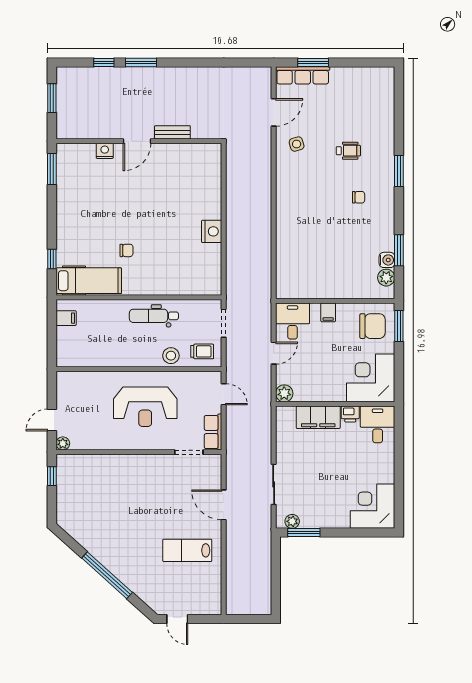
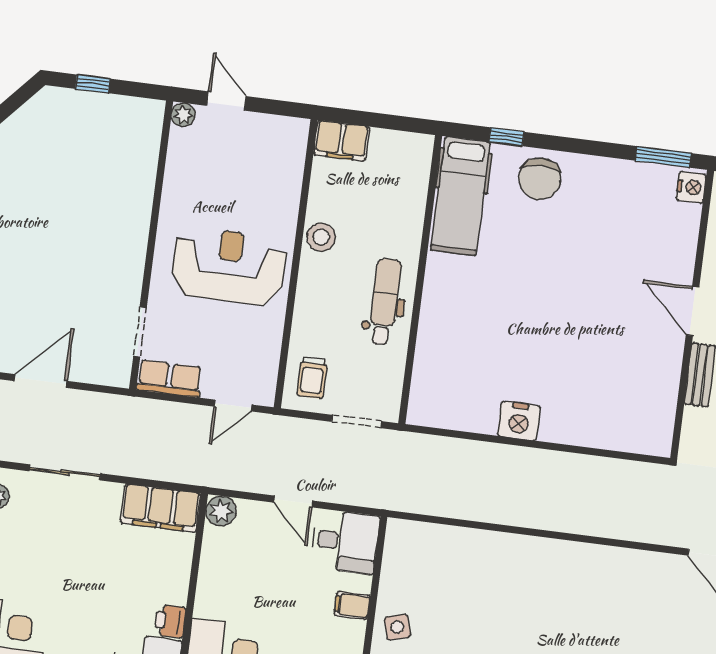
side table: (297, 144) -> (397, 627), moved
nightstand: (105, 151) -> (691, 187), moved
chair: (126, 250) -> (540, 179), moved, width x1.87, depth x1.87
filing cabinet: (66, 318) -> (342, 141), moved, width x2.00
stool: (171, 356) -> (321, 237), moved
reception desk: (145, 407) -> (229, 266), turned 90
filing cabinet: (318, 417) -> (161, 508), moved, turned -90
window: (52, 476) -> (93, 84), moved

